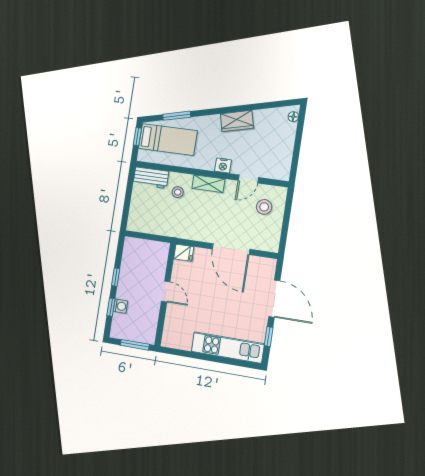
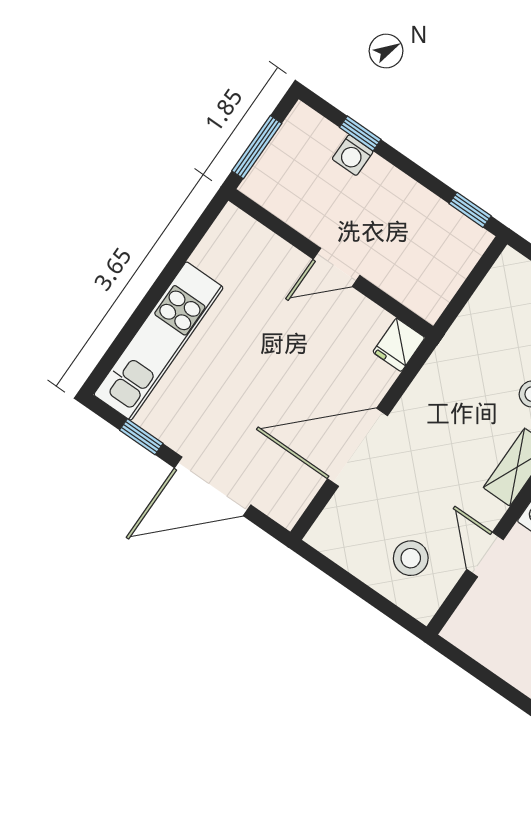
window: (116, 277) -> (470, 210), moved

